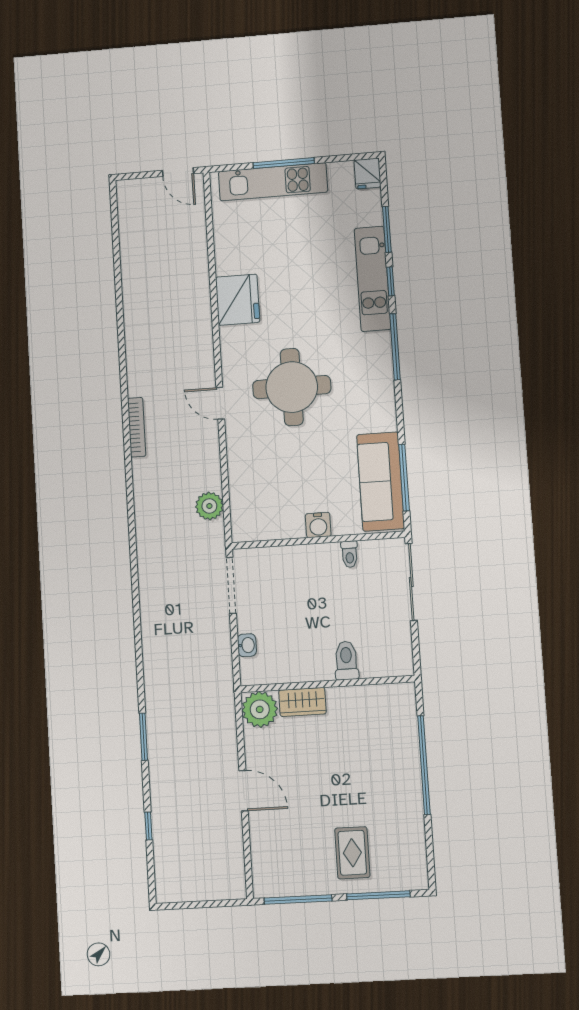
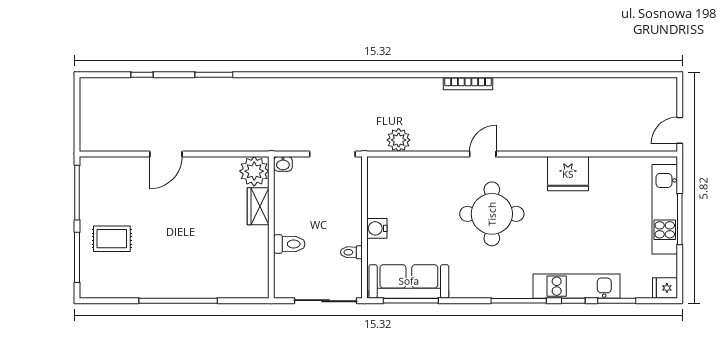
toilet: (346, 661) -> (289, 244), moved
wall: (327, 684) -> (271, 227), moved
wardrobe: (302, 702) -> (258, 206), moved
plant: (260, 709) -> (254, 171), moved

